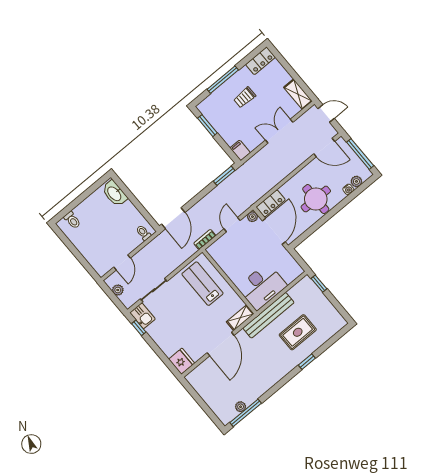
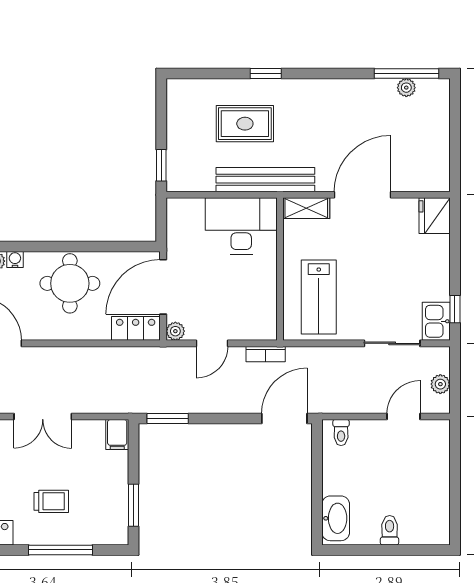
toilet: (72, 220) -> (390, 530), moved

